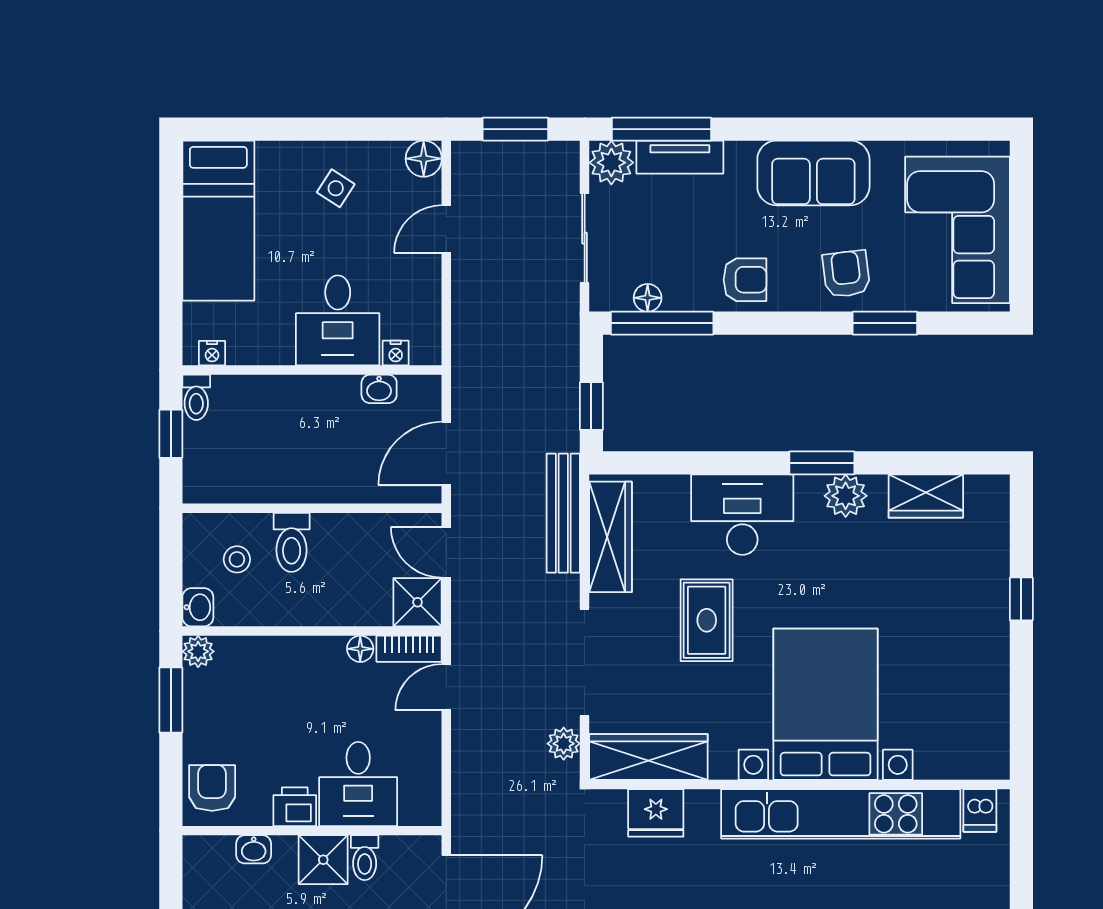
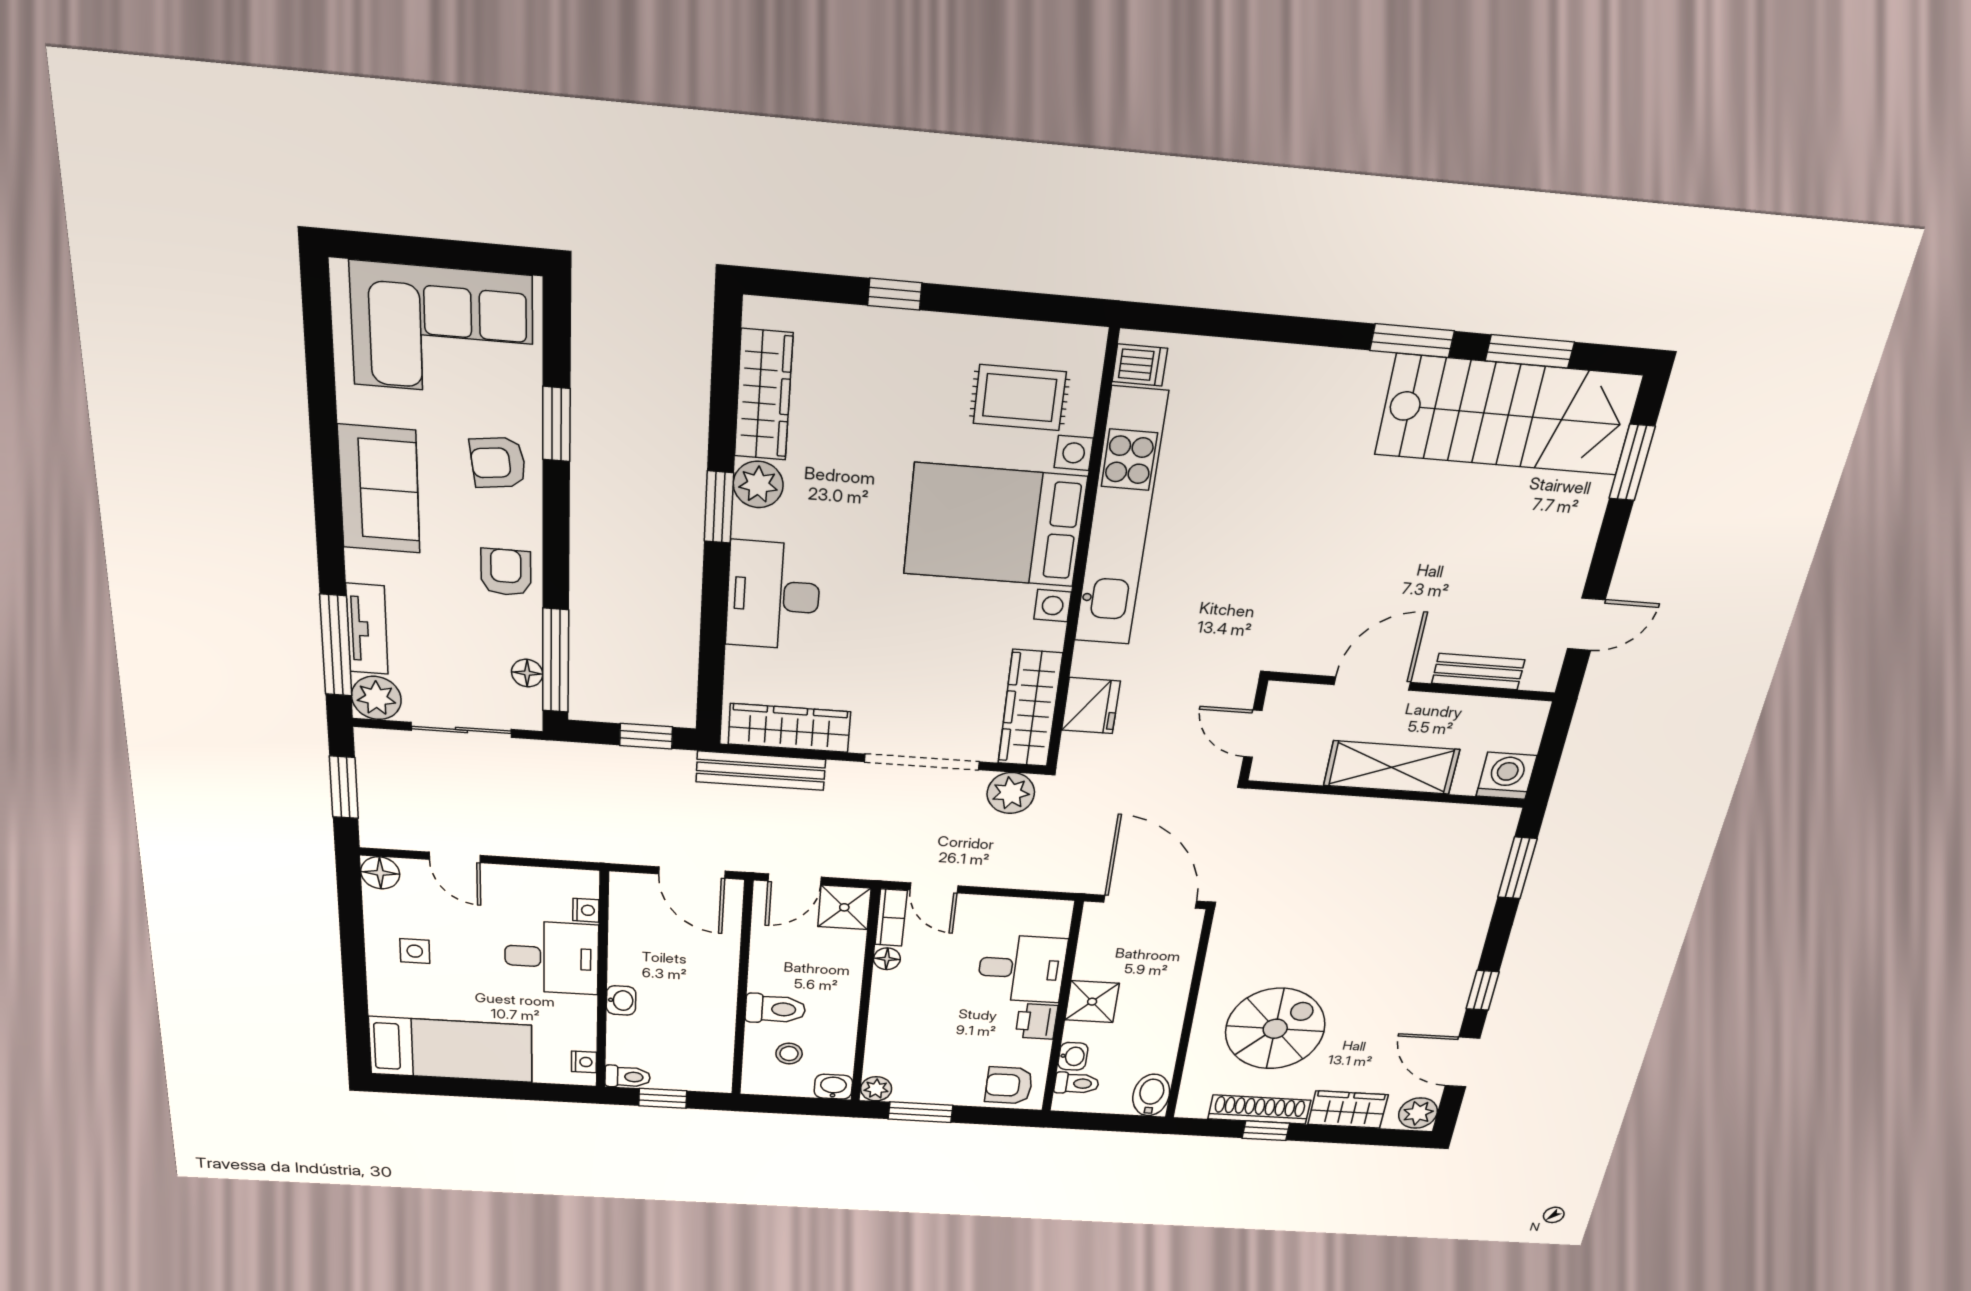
side table: (336, 188) -> (415, 951), turned -33
washbasin: (379, 389) -> (621, 1000), moved
wardrobe: (926, 496) -> (764, 395), width x1.50
rug: (707, 620) -> (1020, 398), moved
plant: (564, 744) -> (1011, 793), width x1.38, depth x1.38
toilet: (365, 858) -> (1077, 1083), moved

